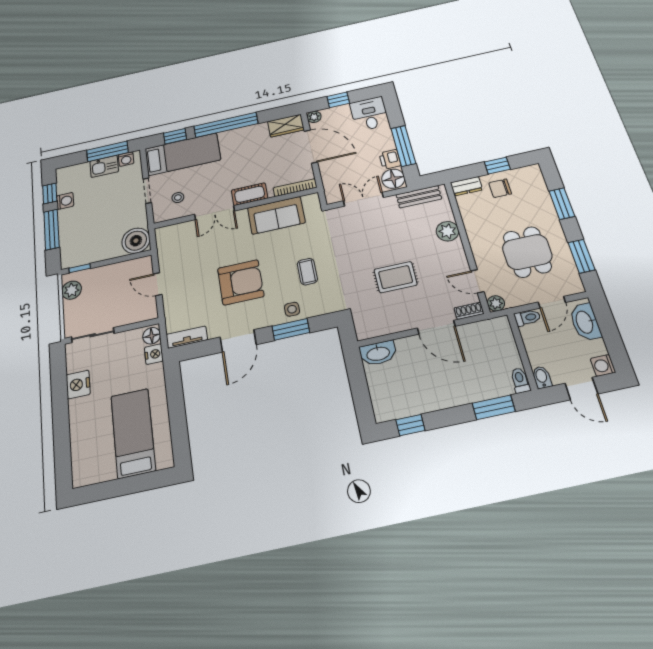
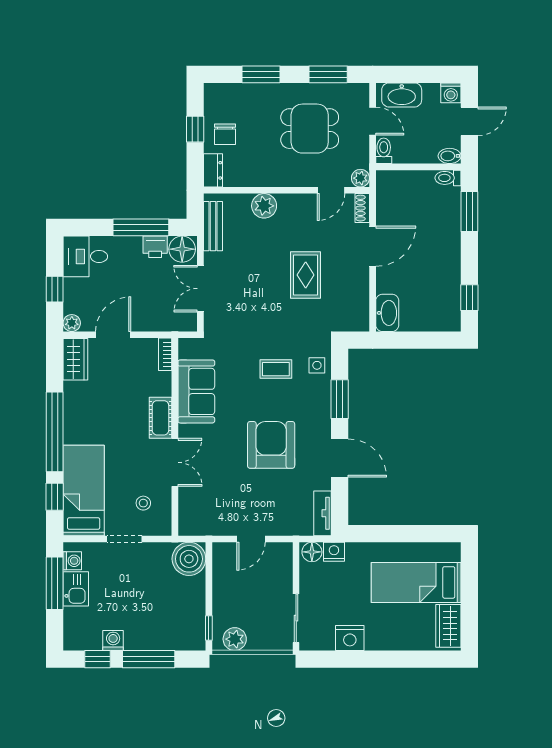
door: (311, 146) -> (113, 335), width x0.73
bookcase: (295, 188) -> (165, 354), width x0.64
side table: (292, 309) -> (317, 365), moved
wardrobe: (95, 472) -> (448, 626), added

